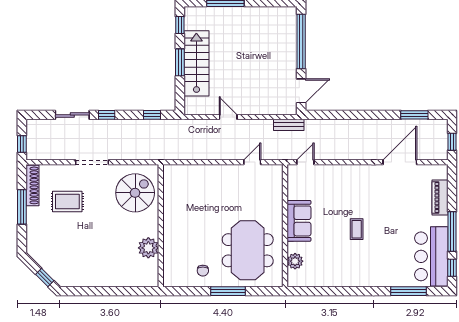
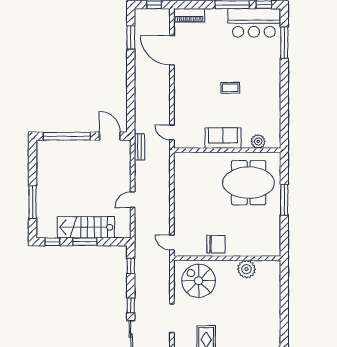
door: (252, 162) -> (172, 243), moved
piano: (440, 197) -> (189, 15), moved
chair: (203, 271) -> (216, 244), moved, width x1.87, depth x1.87

